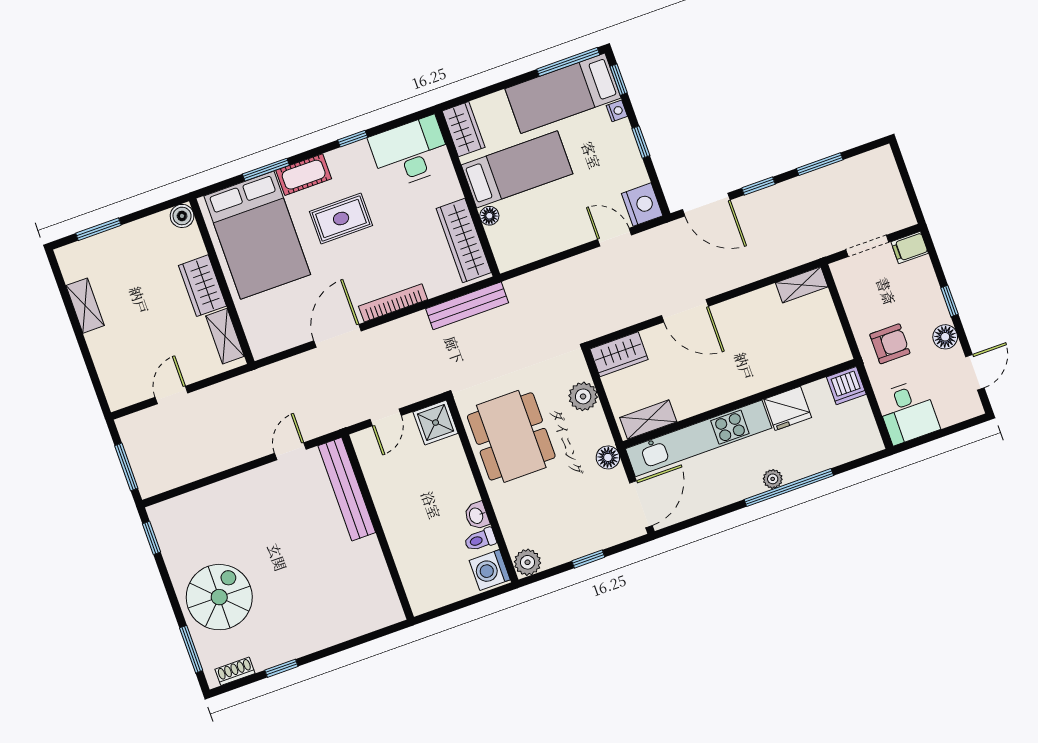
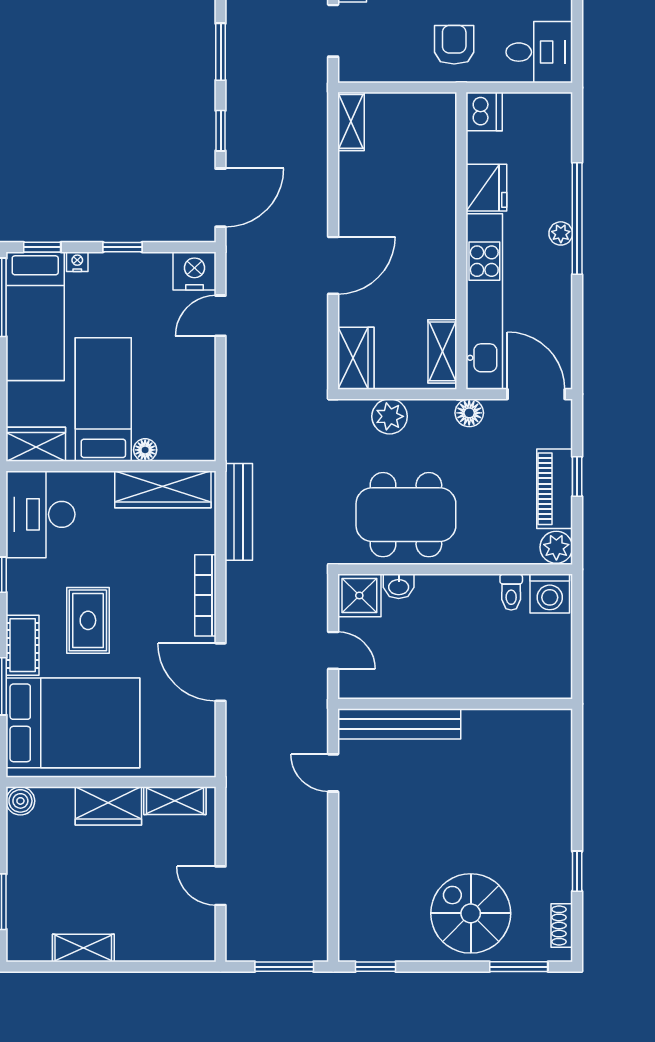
washbasin: (477, 516) -> (399, 586), moved
piano: (573, 545) -> (555, 489), added

